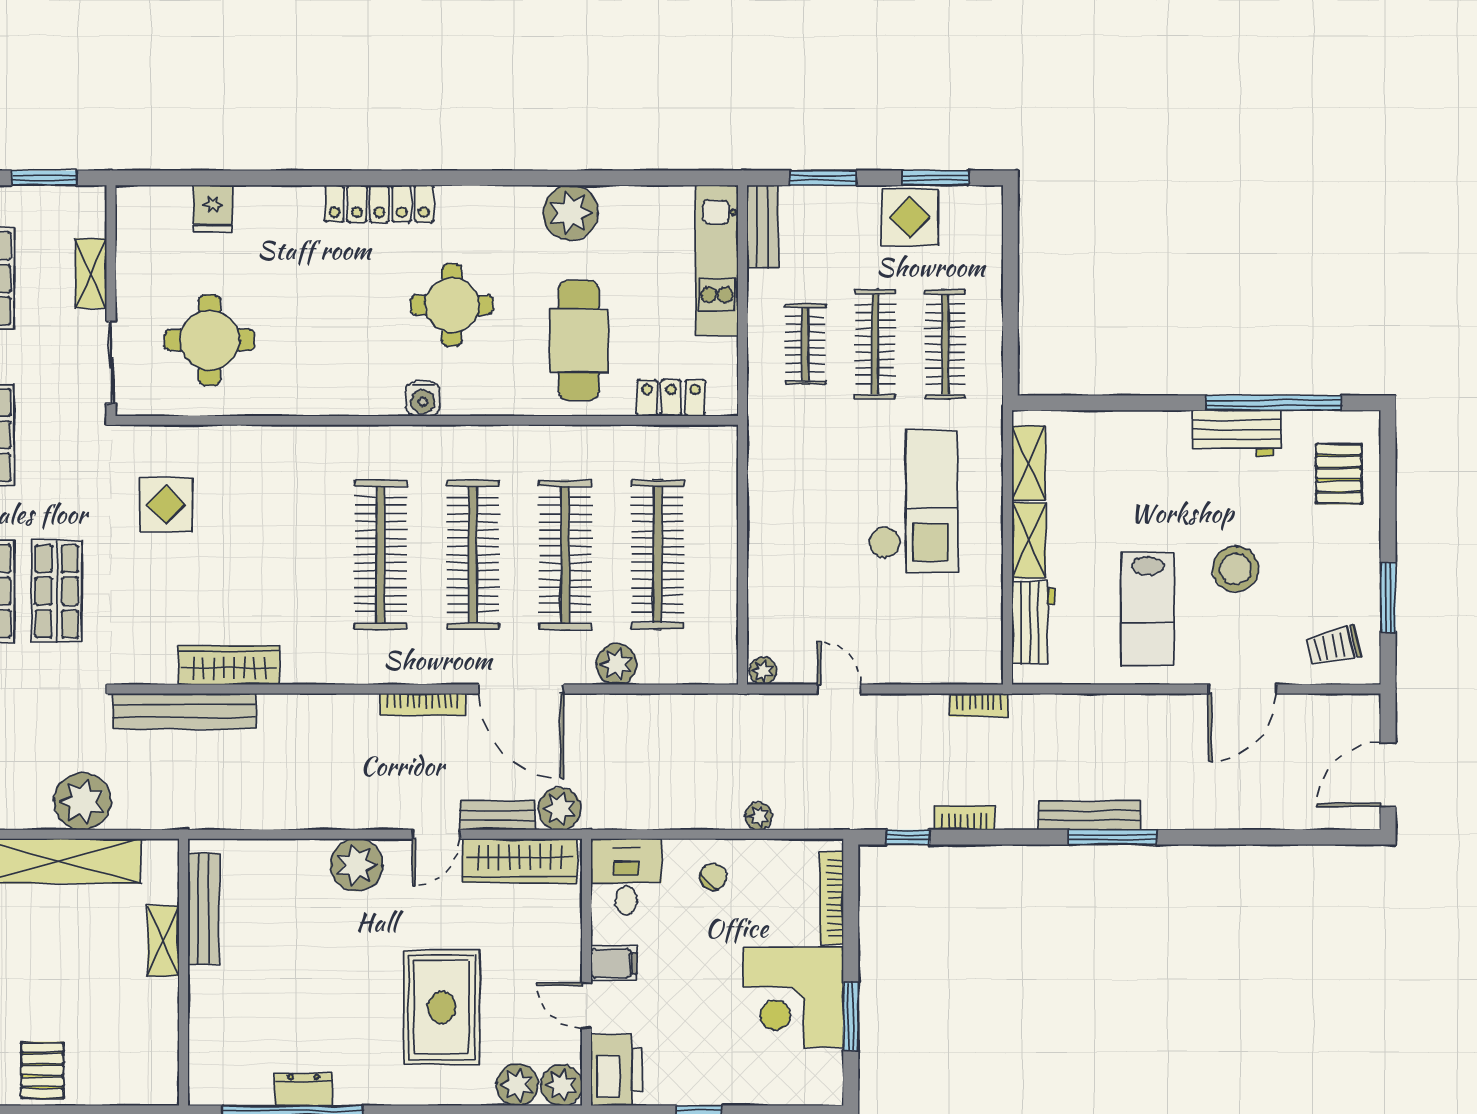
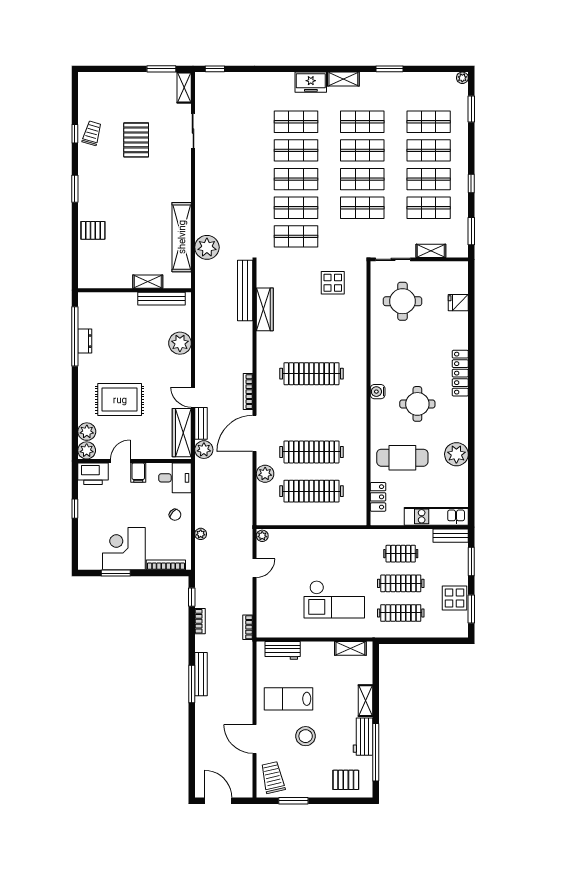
shelving: (1029, 541) -> (366, 701), moved, turned 90
clothes rail: (473, 555) -> (312, 413), removed
trolley: (1333, 646) -> (273, 777), width x1.36, depth x1.39
plant: (356, 865) -> (180, 343), moved

